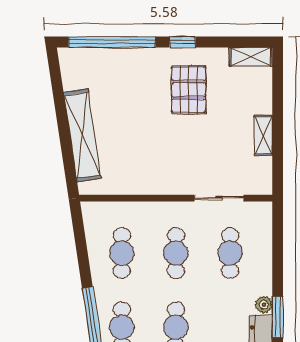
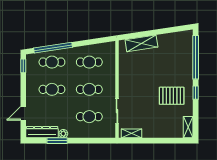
shelving: (82, 135) -> (141, 43), width x0.68
shelving: (263, 135) -> (132, 133), moved

